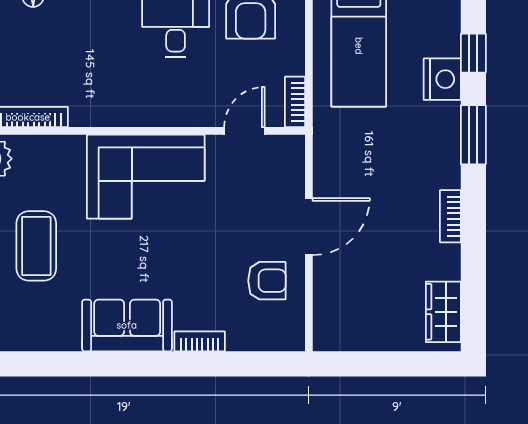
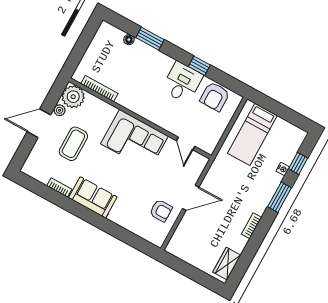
nightstand: (442, 79) -> (283, 169), width x0.53, depth x0.56
bookcase: (295, 102) -> (213, 143), removed
door: (244, 131) -> (186, 144), swing flipped
bookcase: (200, 341) -> (59, 187), moved

